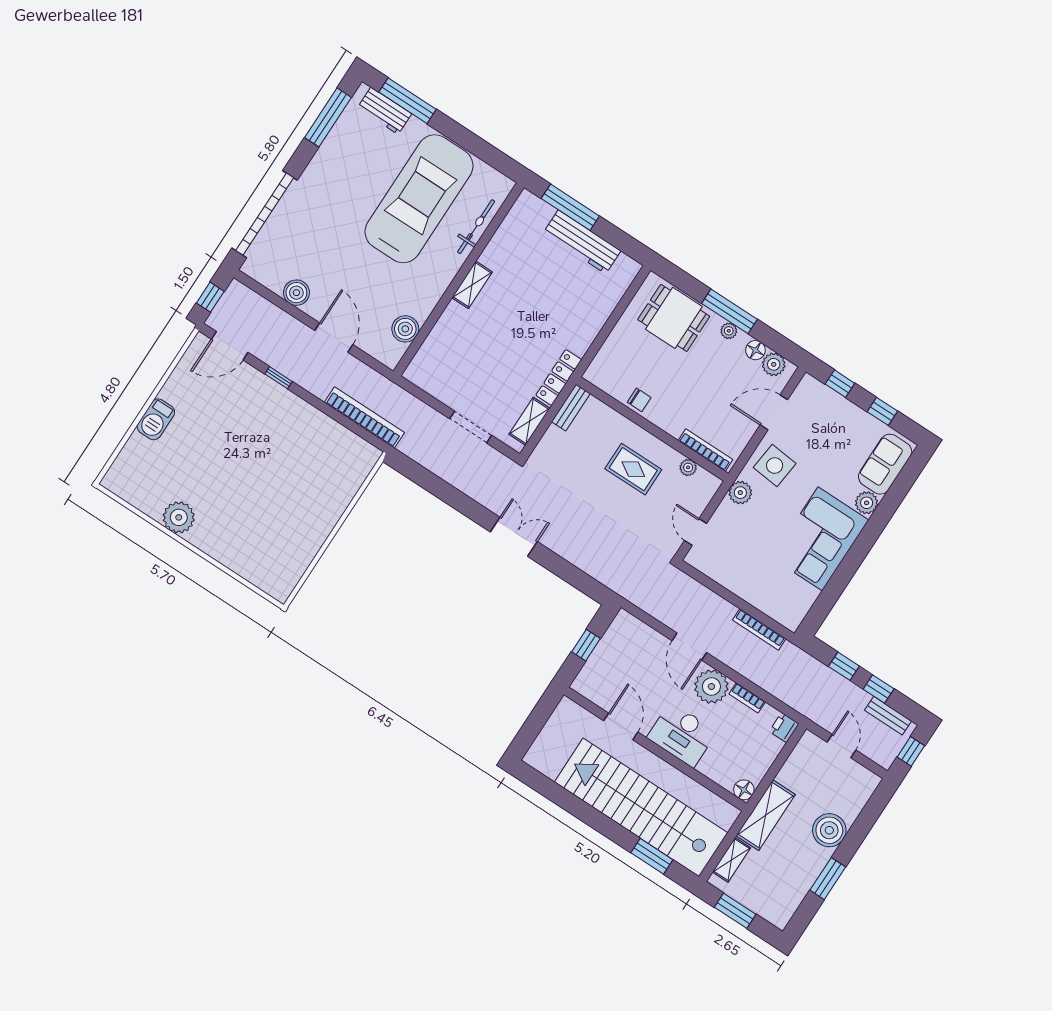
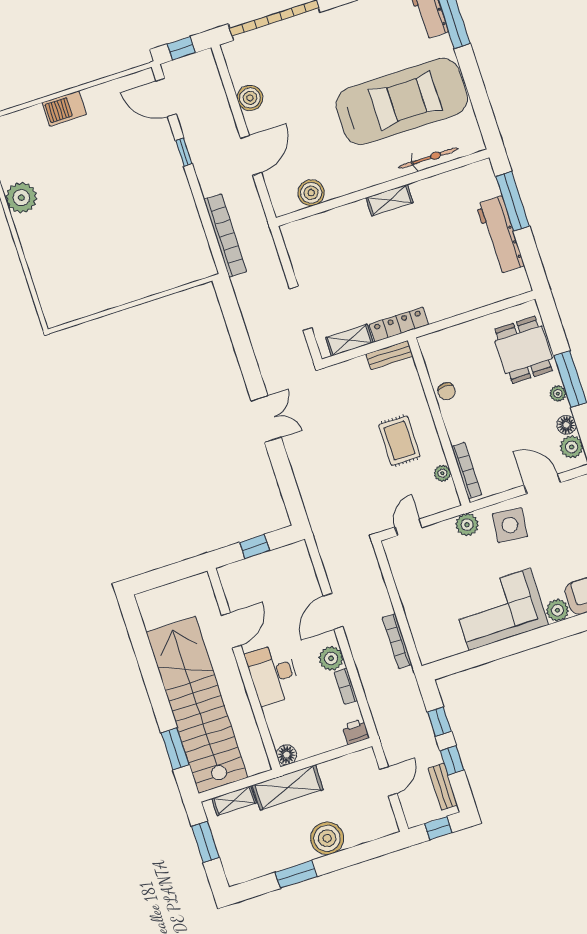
plant: (711, 687) -> (331, 658), width x0.73, depth x0.73

